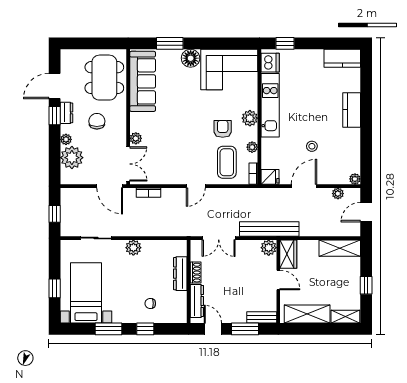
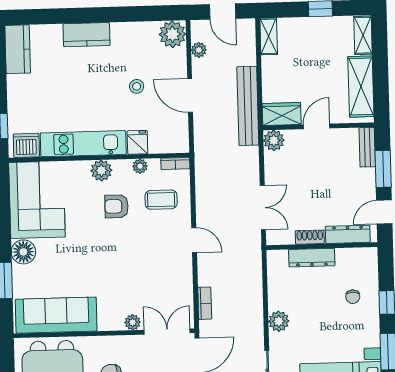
coffee table: (227, 162) -> (161, 200), width x0.73, depth x0.77
fridge: (270, 177) -> (137, 142), moved
plant: (355, 179) -> (172, 34), width x1.88, depth x1.88
bench: (269, 229) -> (248, 106), moved
shelving: (340, 248) -> (269, 36), width x0.67, depth x0.75

